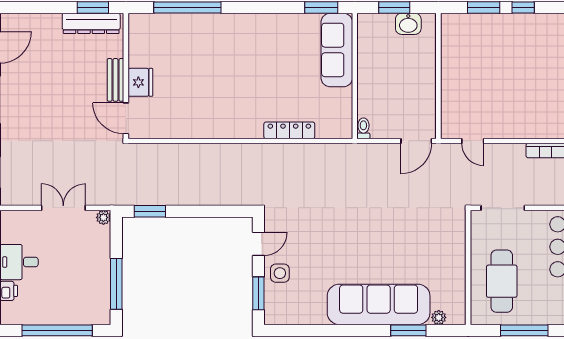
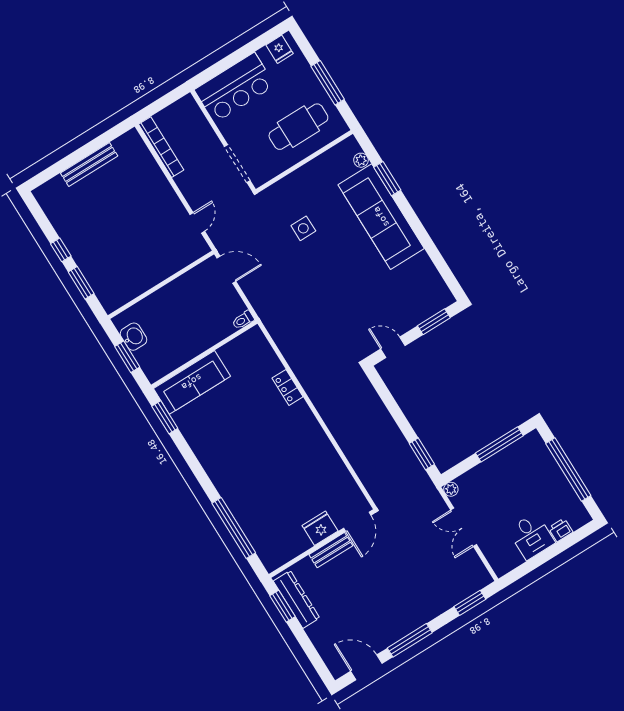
locker: (289, 130) -> (287, 387), width x0.66
side table: (280, 273) -> (303, 228), moved

